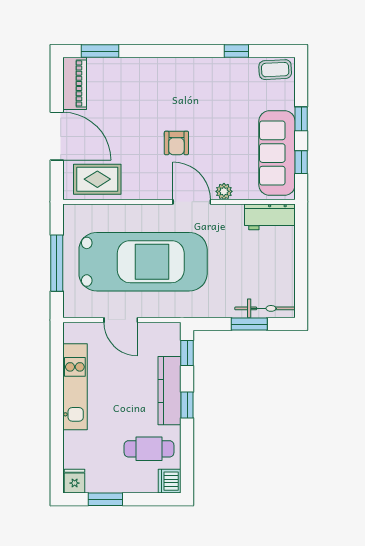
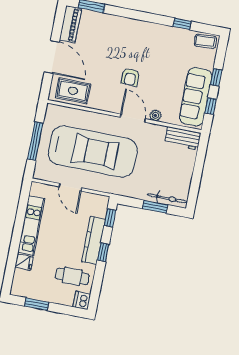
fridge: (75, 481) -> (24, 262), moved, turned 90

